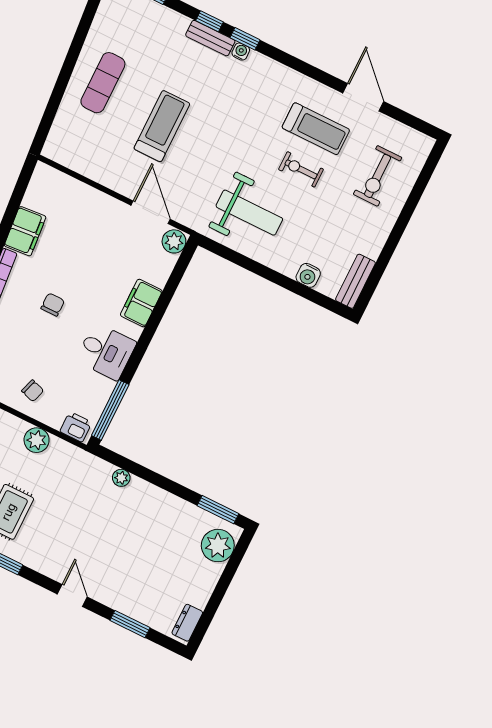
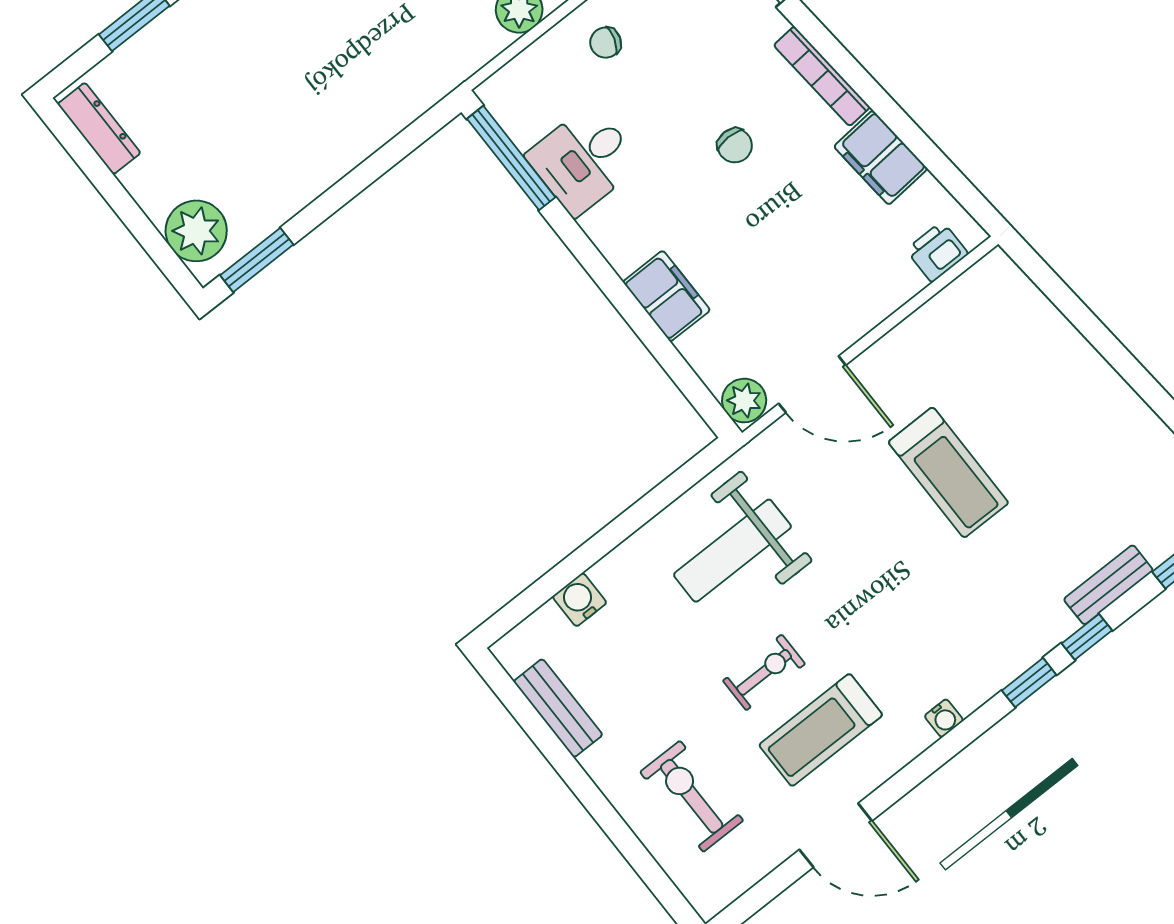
bench: (210, 38) -> (1108, 585), moved
water cooler: (241, 52) -> (944, 718), moved
exercise mat: (103, 83) -> (1069, 408), removed
bench: (355, 281) -> (558, 708), moved
desk: (106, 351) -> (583, 160), moved
printer: (76, 427) -> (937, 252), moved, turned 180
plant: (121, 478) -> (388, 122), removed
dresser: (187, 623) -> (99, 128), width x1.44

